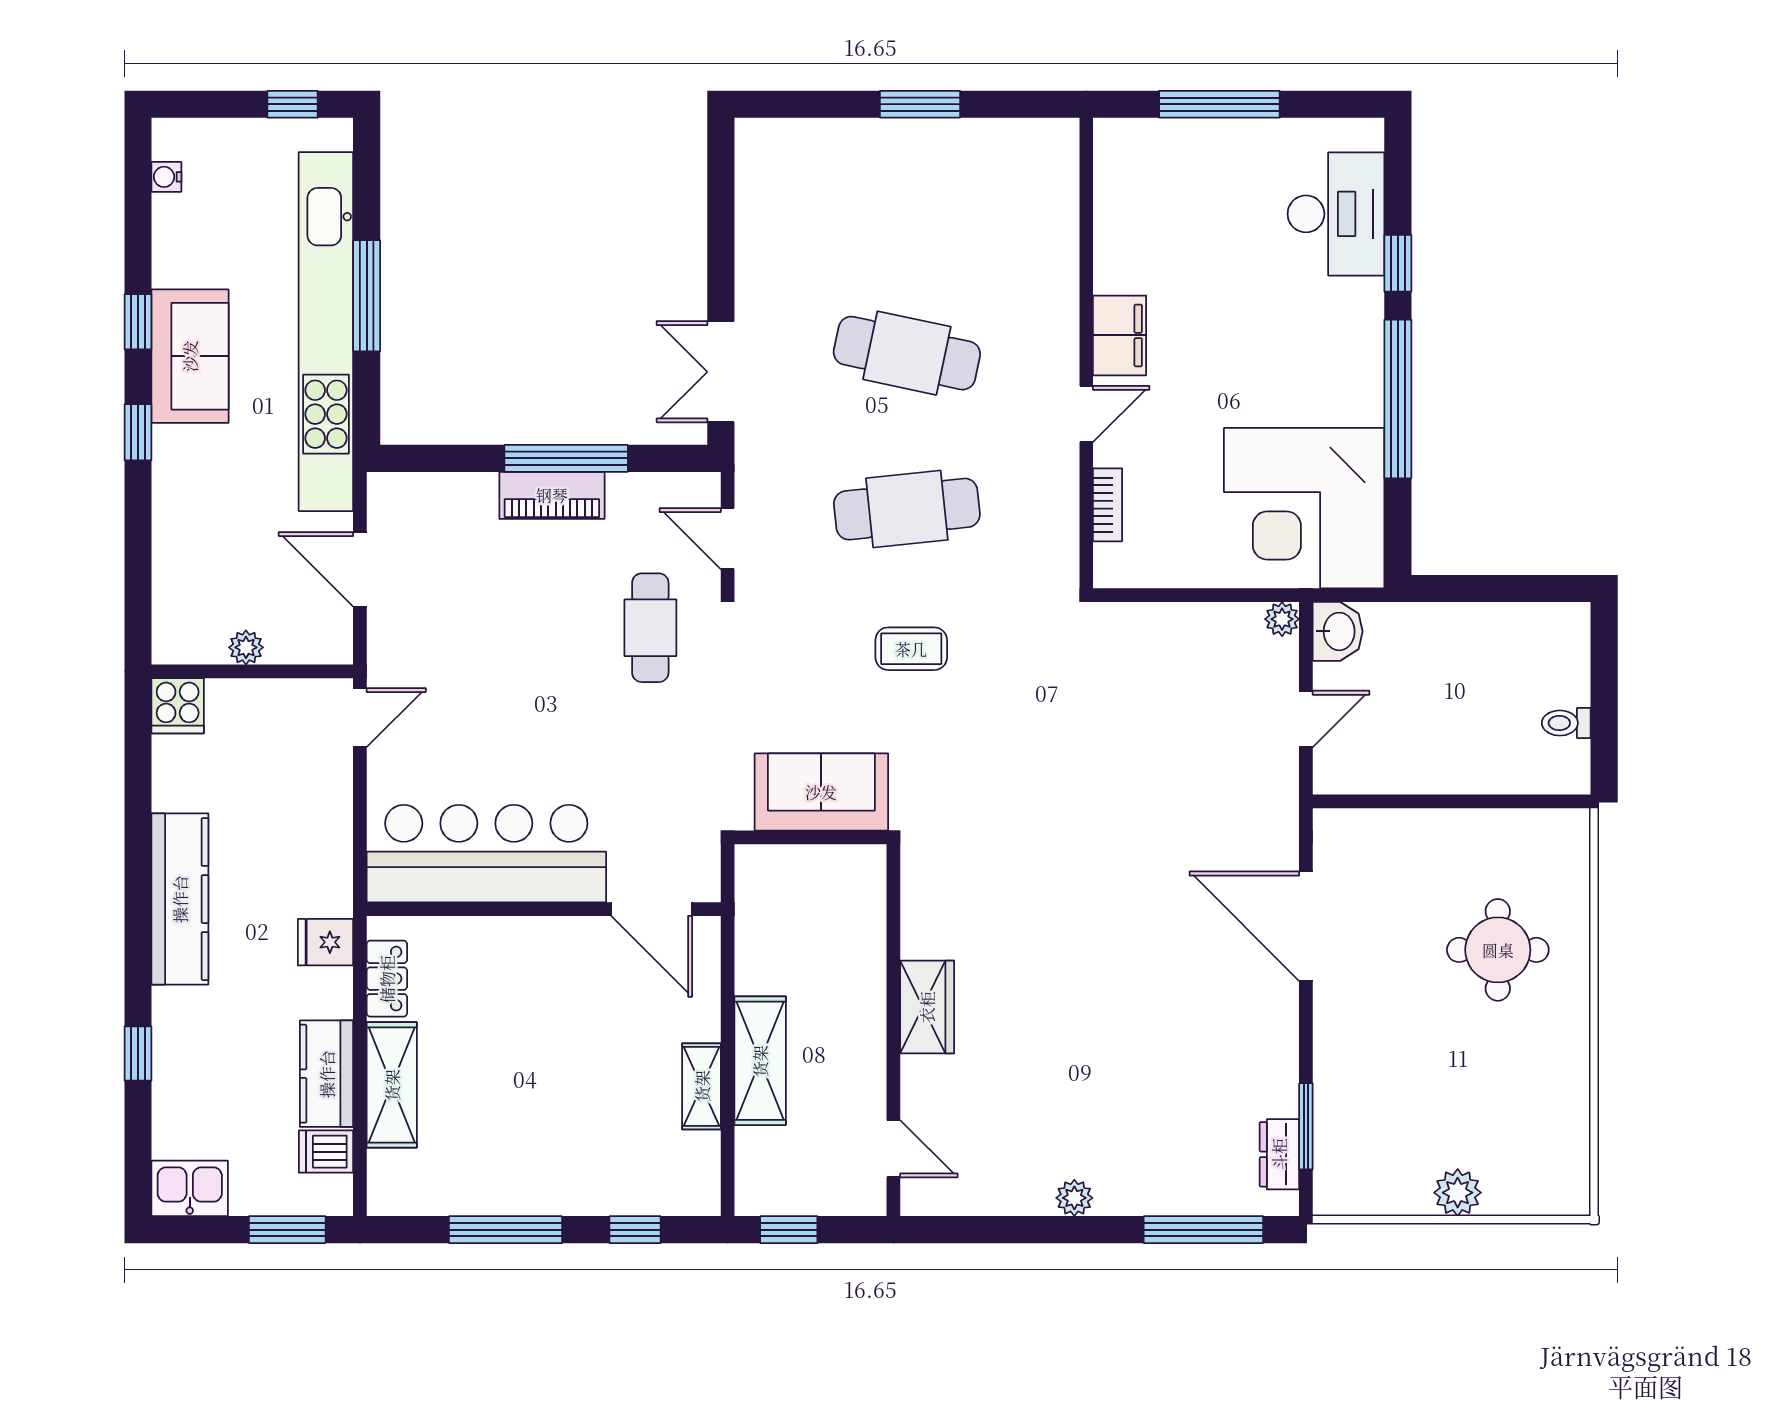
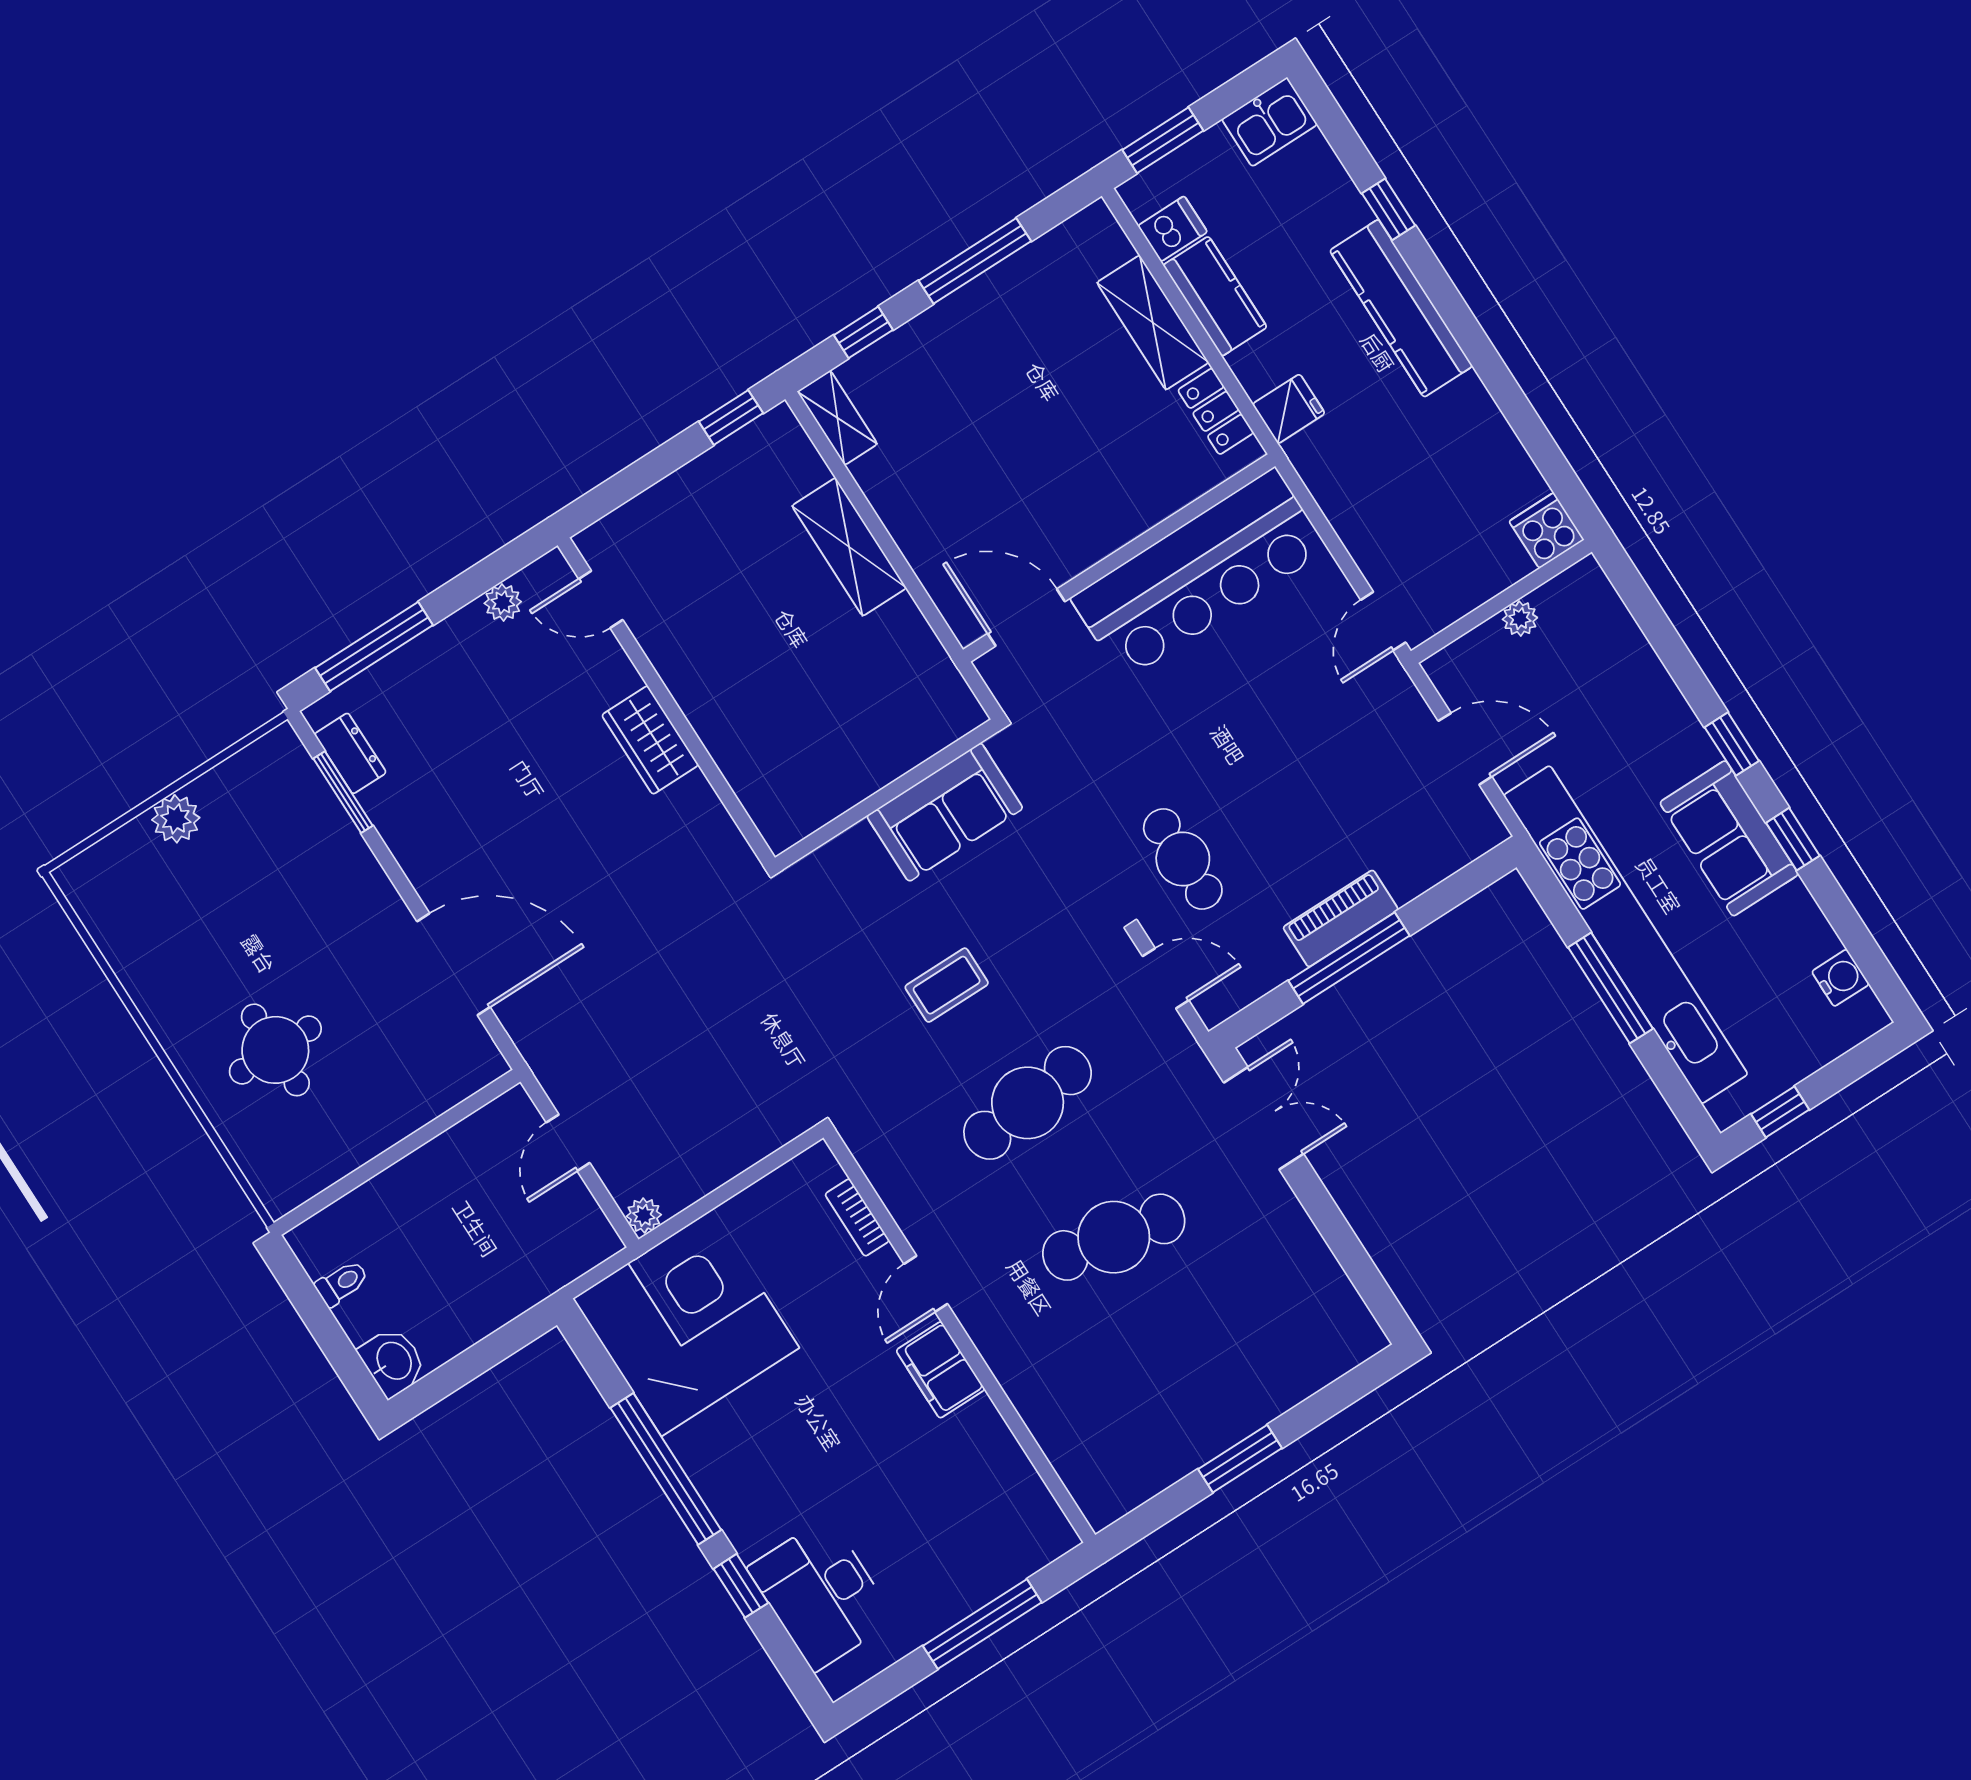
water cooler: (166, 177) -> (1840, 978), width x1.38, depth x1.38
washbasin: (1338, 631) -> (393, 1362), moved, turned 180
kitchen counter: (180, 899) -> (1401, 308), moved
wardrobe: (927, 1007) -> (650, 740), moved
wall: (893, 1030) -> (666, 701), moved
shelving: (702, 1086) -> (837, 418), moved
door: (893, 1149) -> (601, 599), moved

